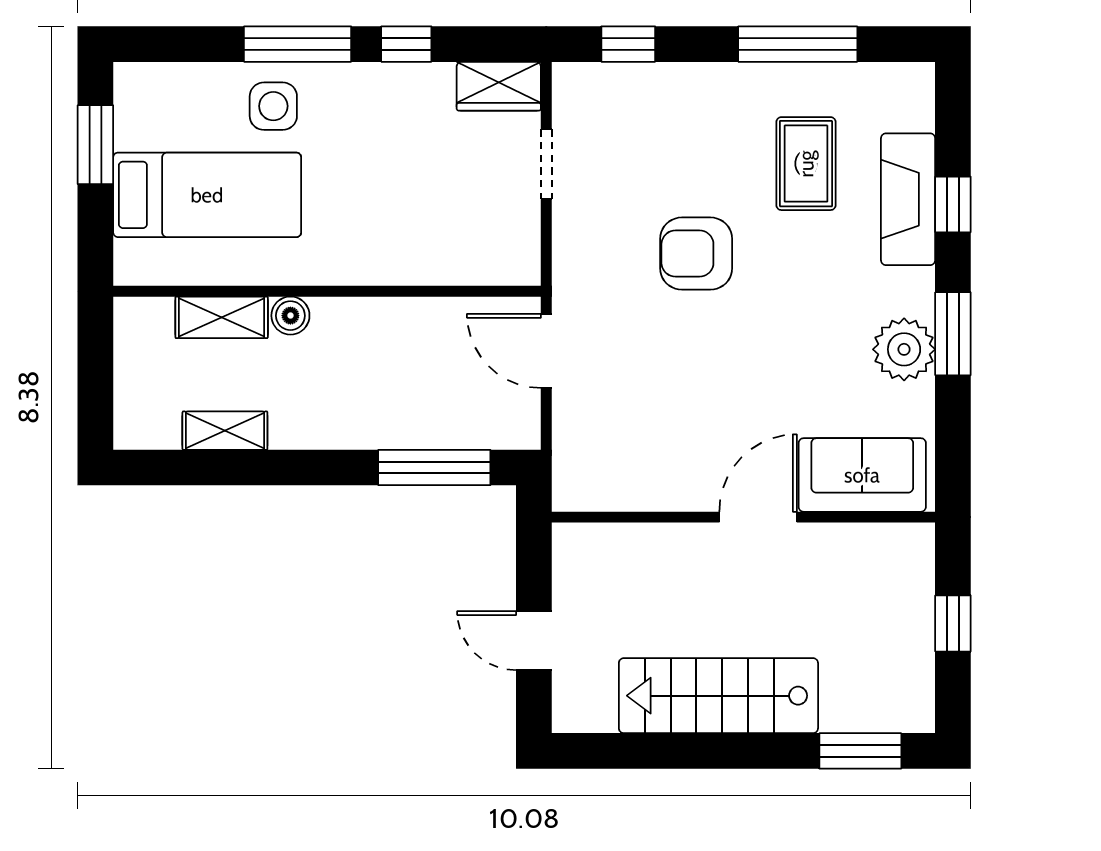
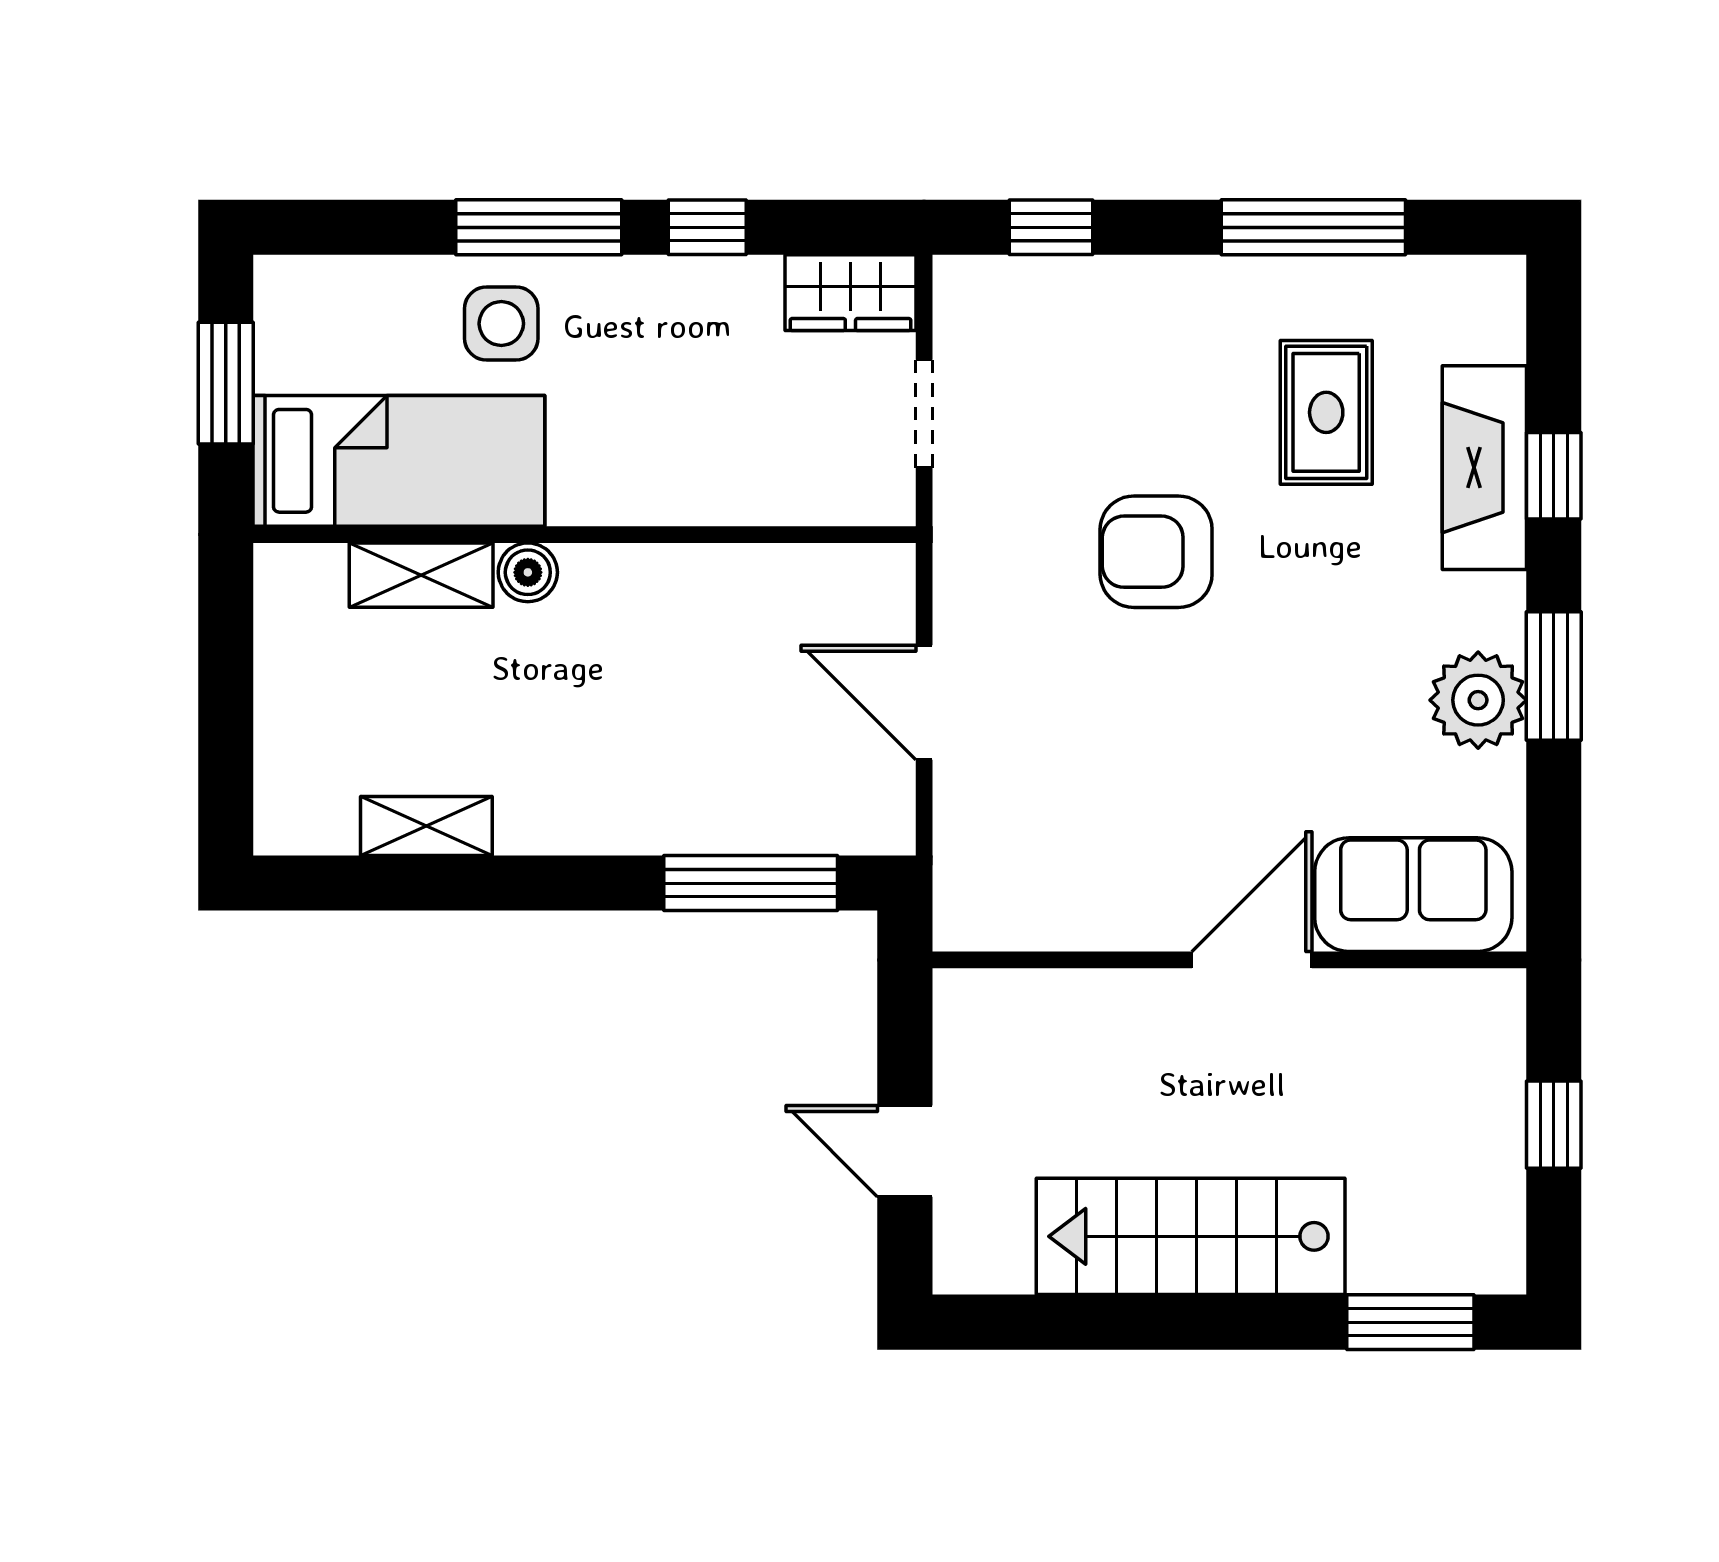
wall: (327, 291) -> (585, 535), moved
boiler: (290, 316) -> (528, 572), moved
shelving: (222, 317) -> (421, 575), moved

